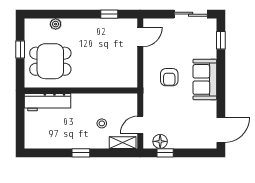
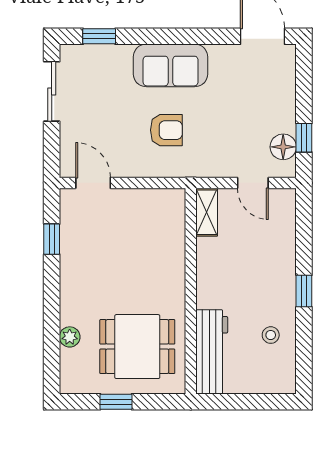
dining table: (50, 61) -> (137, 347), turned 90
stool: (102, 123) -> (271, 335), moved
shelving: (123, 143) -> (207, 212), moved

